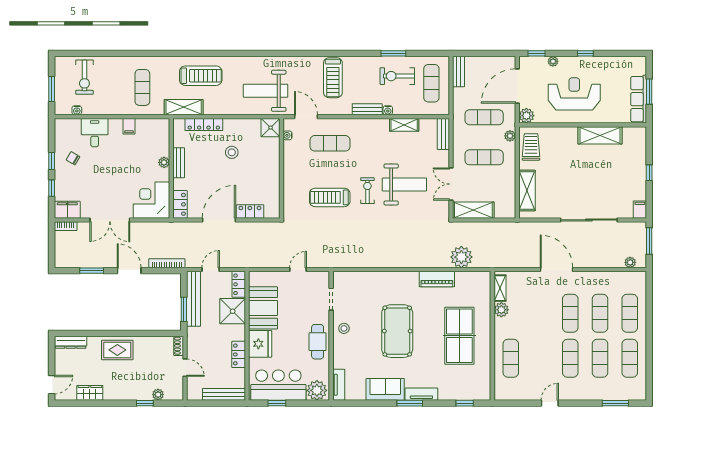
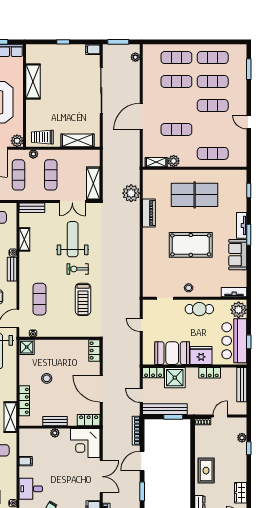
locker: (250, 211) -> (94, 351), moved
exercise mat: (570, 313) -> (176, 129), moved

